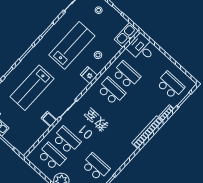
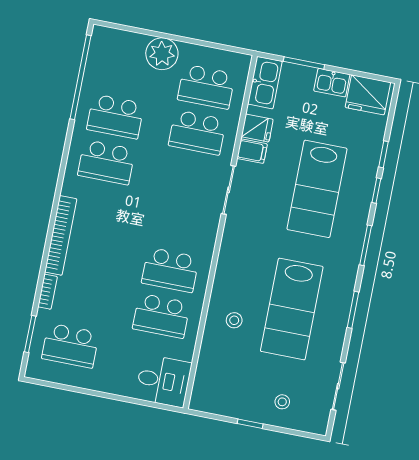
kitchen sink: (126, 35) -> (265, 83), moved
fridge: (89, 75) -> (257, 128), moved
lab bench: (32, 88) -> (317, 189), turned 180
school desk: (111, 150) -> (106, 162), added

